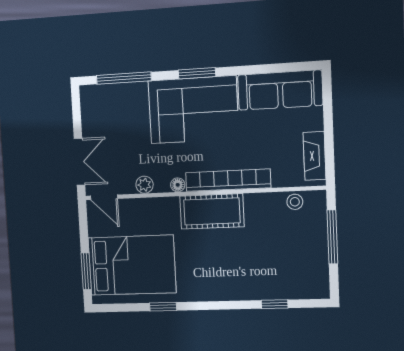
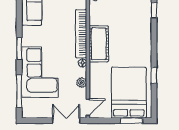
corner sofa: (193, 110) -> (40, 72), moved

